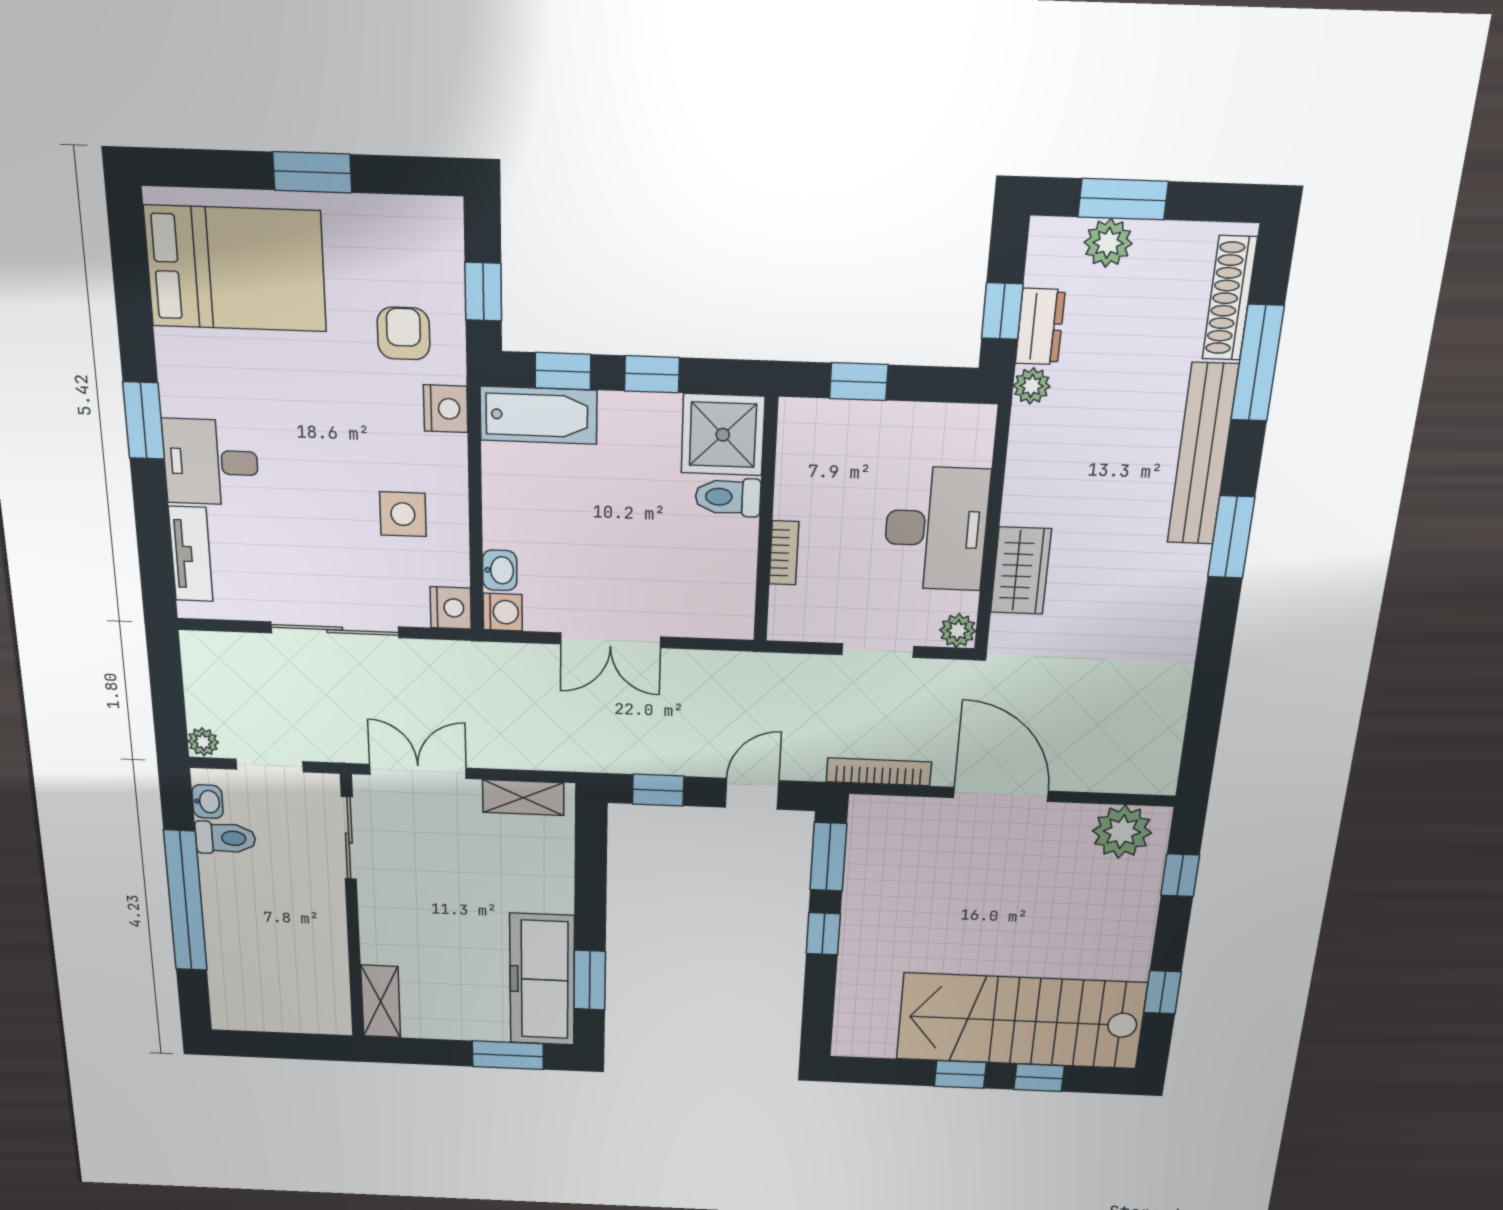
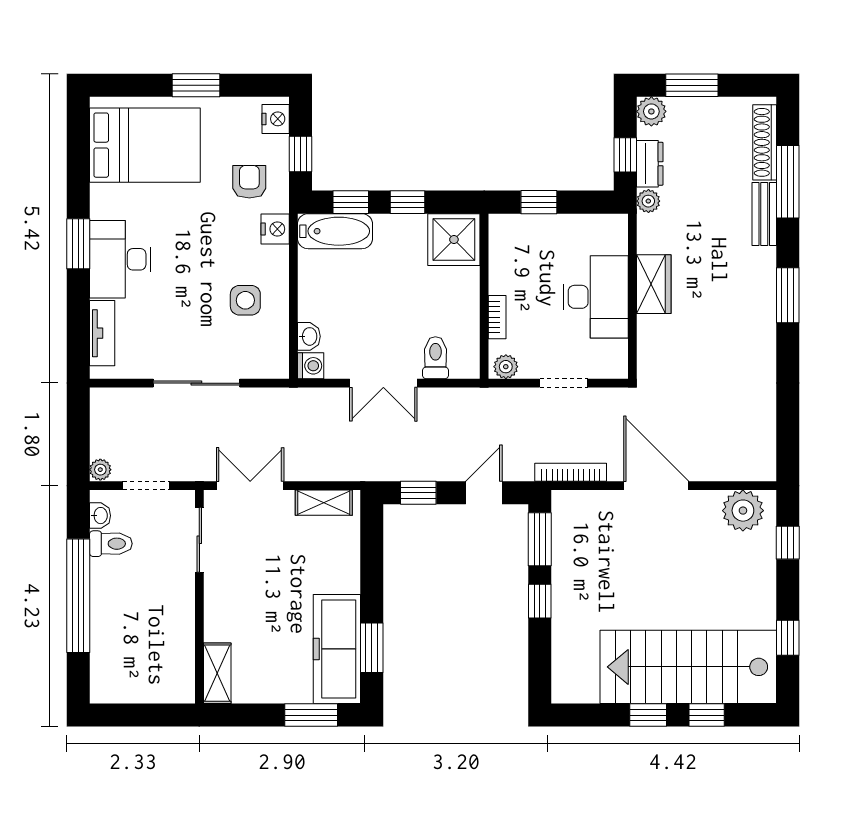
plant: (1108, 243) -> (651, 111), moved
bench: (1203, 455) -> (764, 214), width x0.54, depth x0.82
desk: (211, 462) -> (120, 259), width x1.37
toilet: (728, 497) -> (435, 358), moved, turned 90
wardrobe: (1021, 571) -> (654, 284), moved
nightstand: (451, 608) -> (276, 119), moved
plant: (958, 631) -> (506, 367), moved

